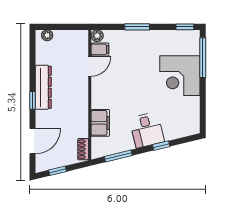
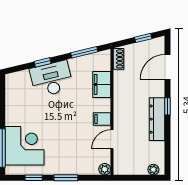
window: (185, 27) -> (34, 178), moved
filing cabinet: (100, 49) -> (102, 119), moved
corner desk: (180, 76) -> (24, 146), moved
desk: (147, 130) -> (51, 79), width x1.37

